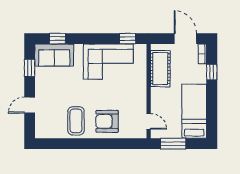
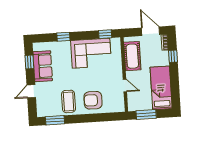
window: (57, 39) -> (63, 37), moved
sofa: (54, 55) -> (43, 66), moved, turned -90
door: (149, 121) -> (125, 86), moved
window: (57, 144) -> (55, 120), added

